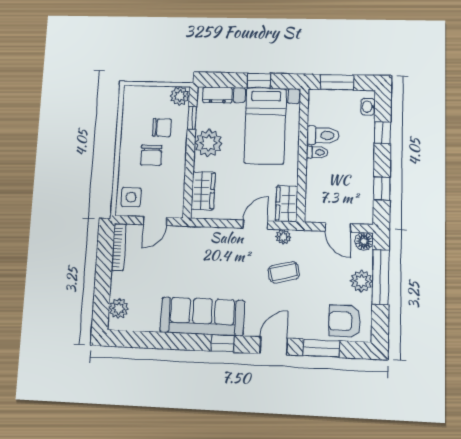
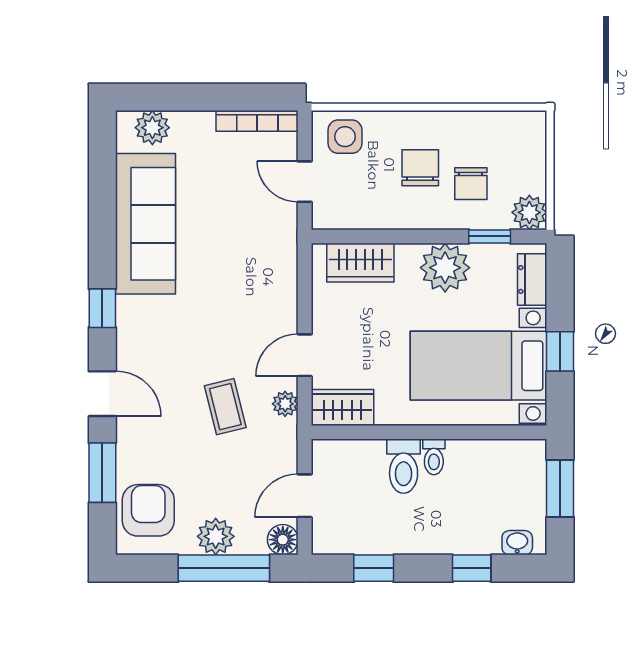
toilet: (323, 135) -> (404, 466), moved
chair: (151, 155) -> (420, 168), turned 90
door: (255, 225) -> (305, 355), swing flipped
sofa: (202, 316) -> (145, 224), moved

